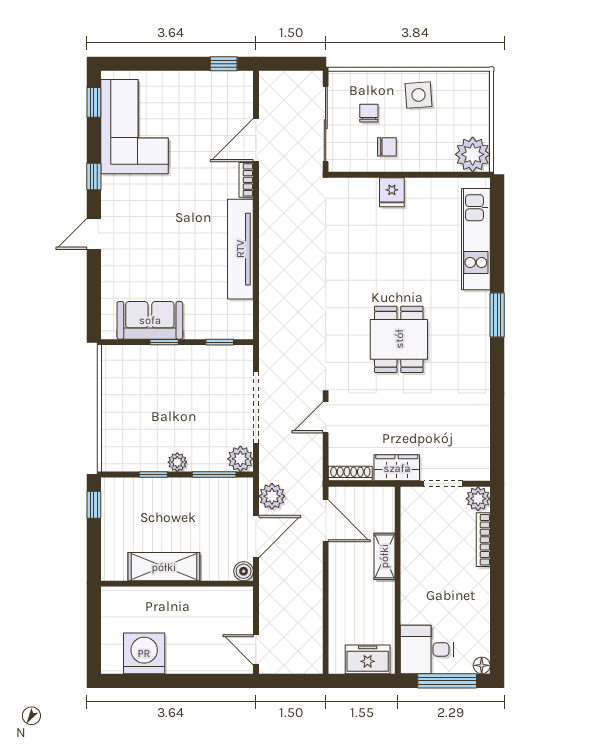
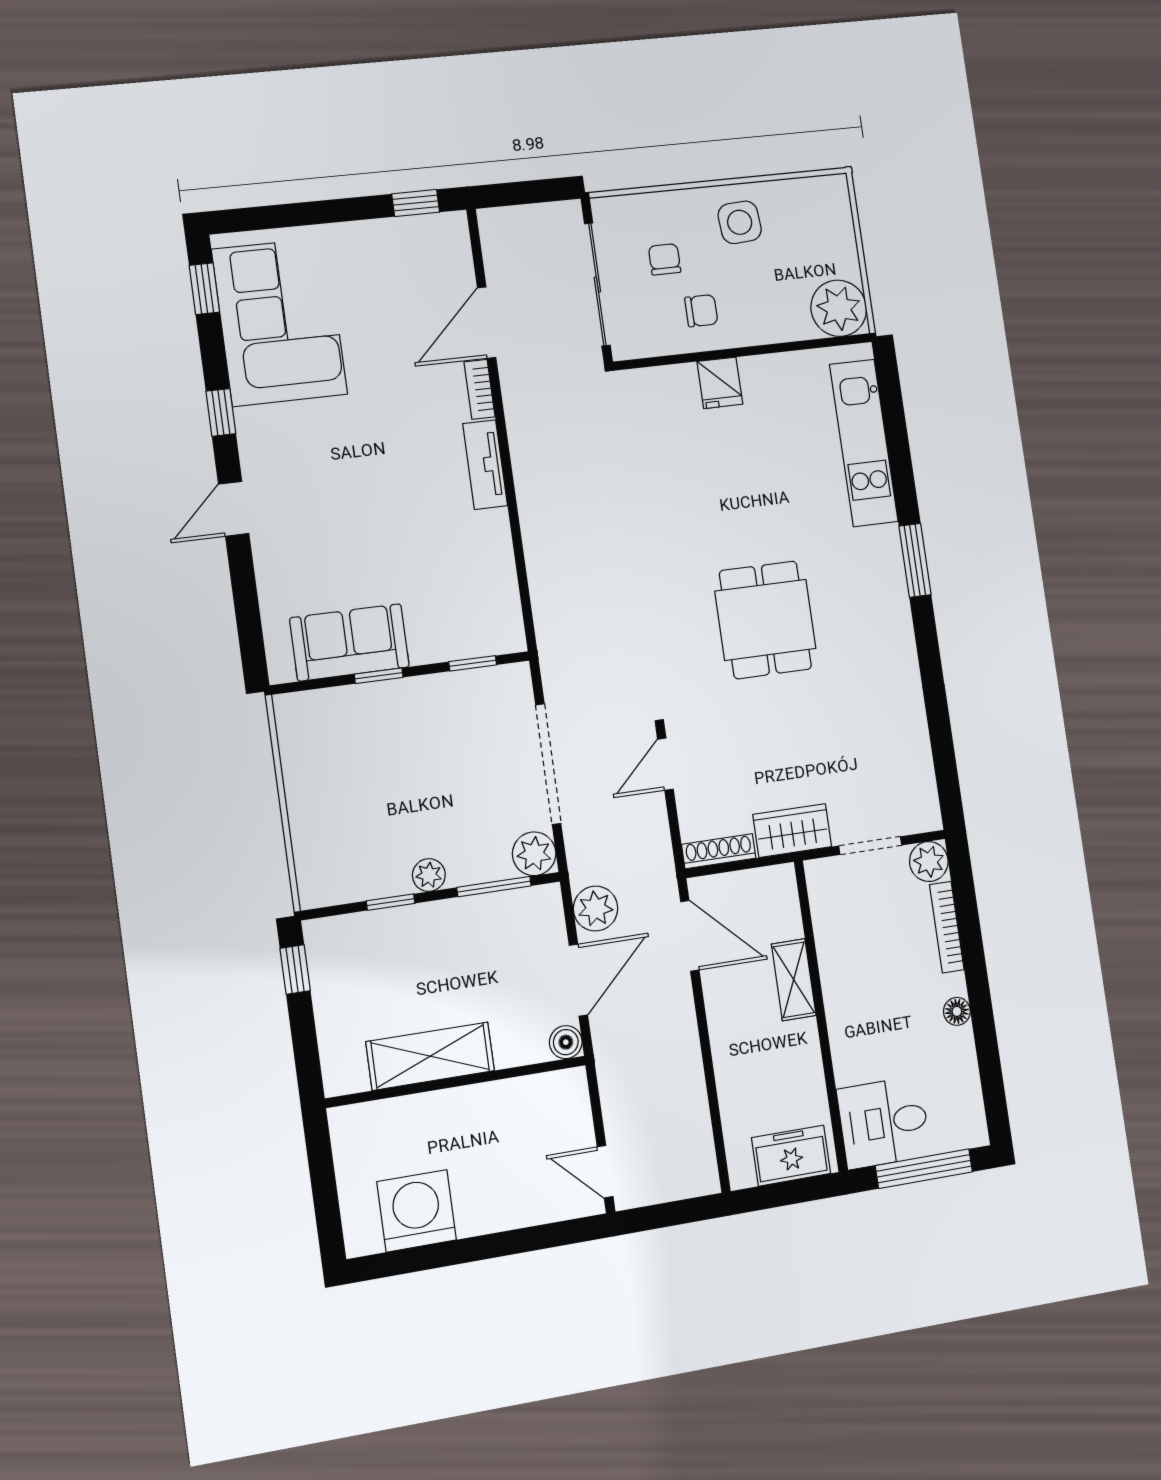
tv unit: (240, 249) -> (485, 465), width x0.52, depth x0.78
floor lamp: (482, 665) -> (957, 1011), moved

